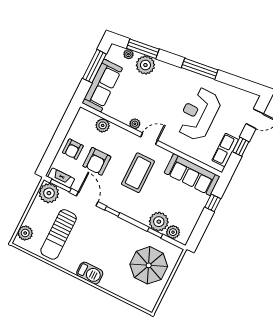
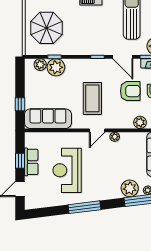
reception desk: (199, 114) -> (67, 170), turned 180
row of seats: (225, 150) -> (31, 162), moved
armchair: (97, 161) -> (130, 91), turned 90

